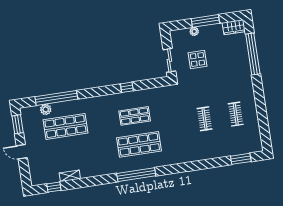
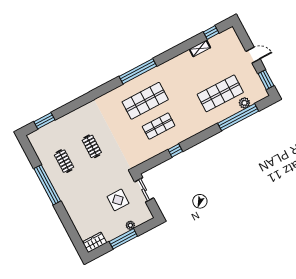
window: (253, 54) -> (47, 185), moved

